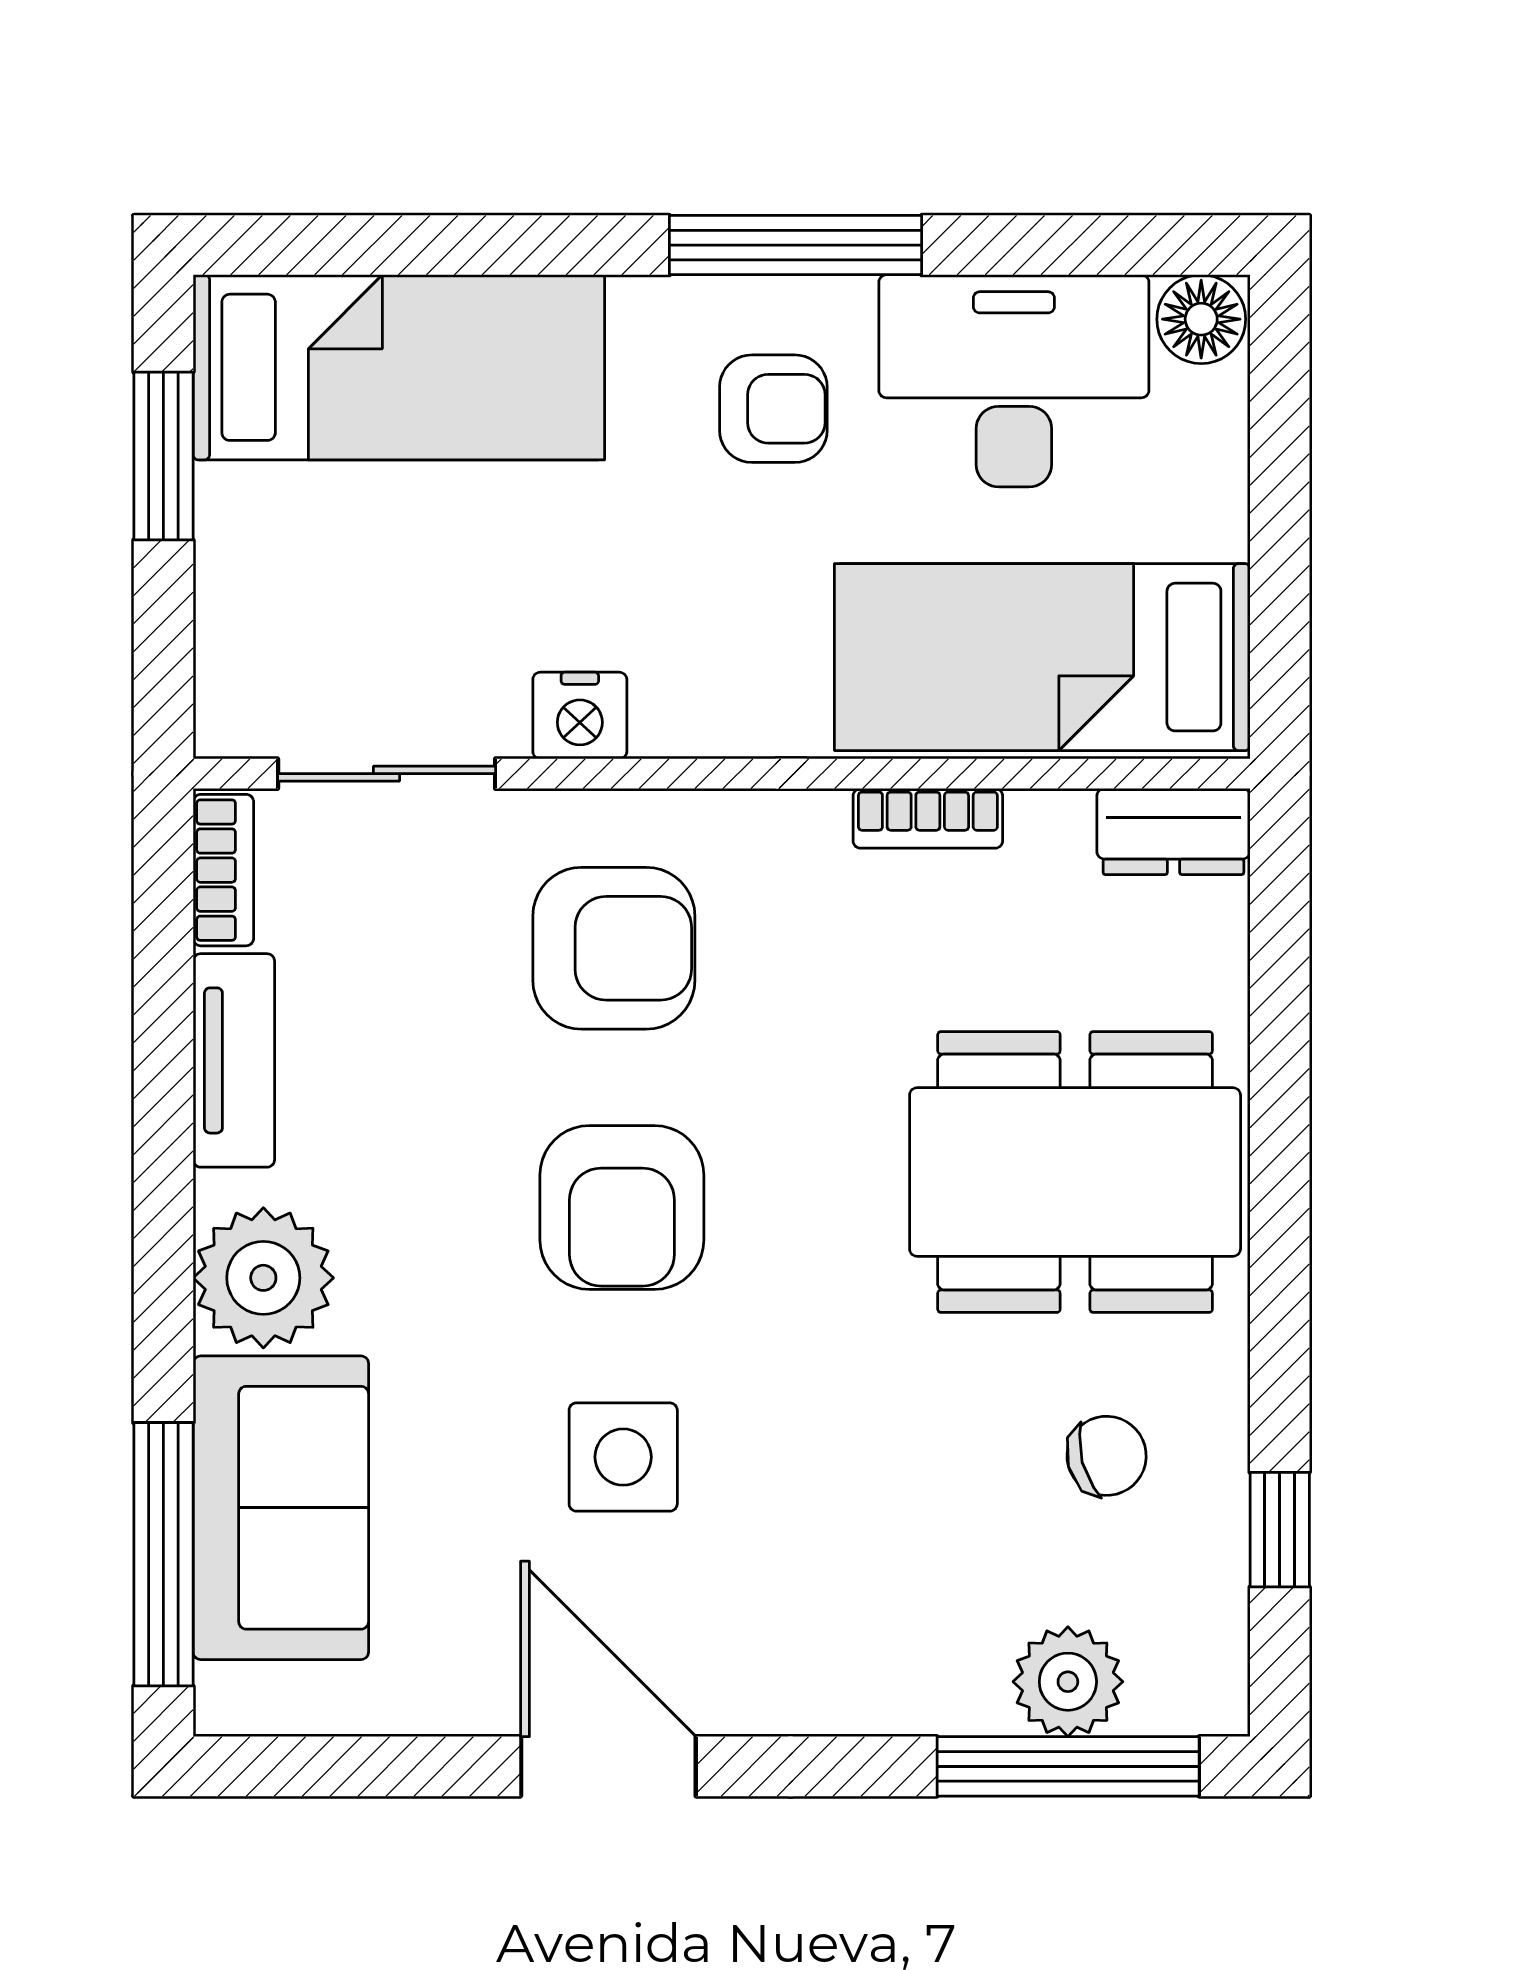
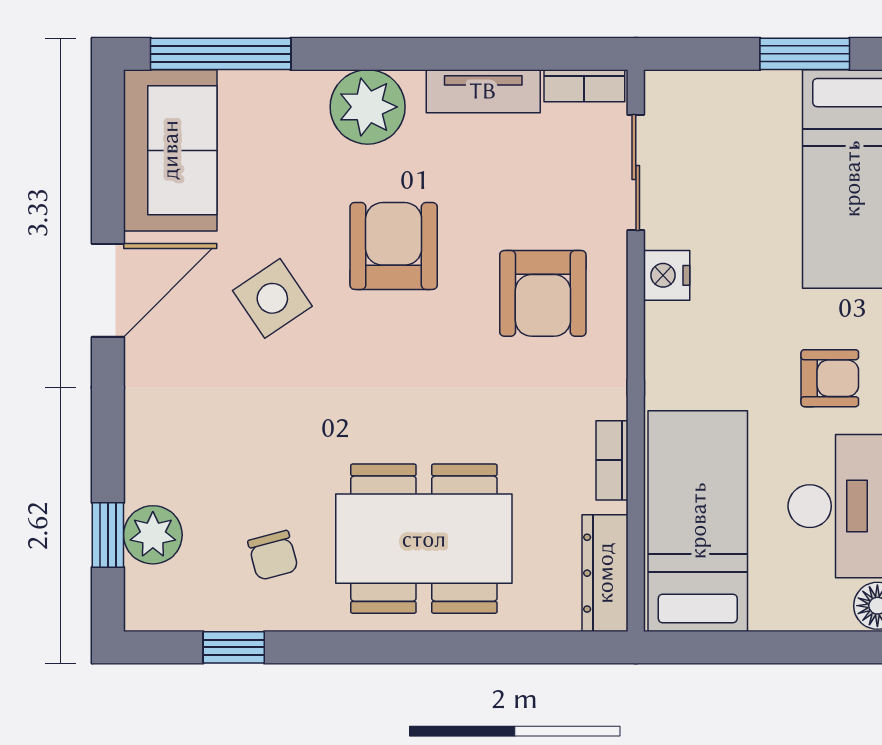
armchair: (773, 409) -> (830, 378), turned -90
dresser: (1173, 831) -> (605, 573), width x1.44
dining table: (1075, 1172) -> (424, 539), turned 90
armchair: (622, 1208) -> (394, 246), moved, turned 90
side table: (623, 1457) -> (272, 298), turned -34
sofa: (281, 1508) -> (170, 150), moved, turned -90
window: (1068, 1766) -> (108, 535), width x0.46

